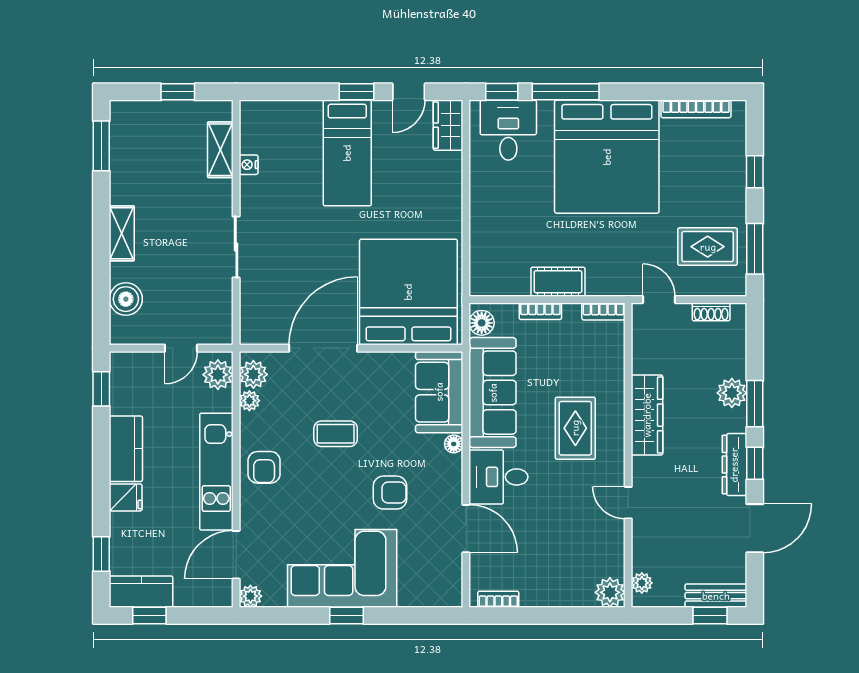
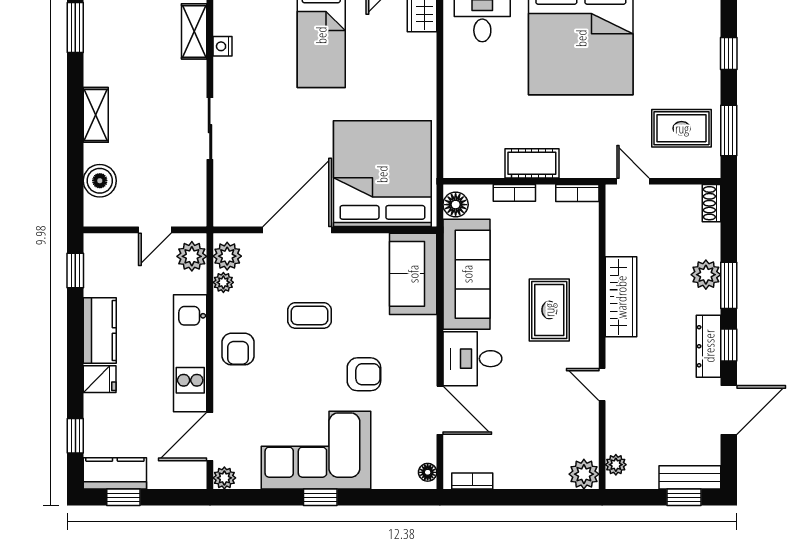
shoe rack: (711, 312) -> (712, 203), moved, turned 90
floor lamp: (454, 444) -> (428, 472), moved

